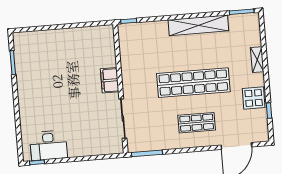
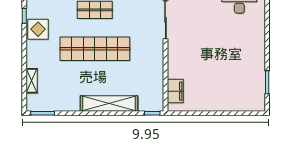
shelving: (198, 25) -> (109, 104), moved
shelving: (257, 60) -> (32, 81), moved
filing cabinet: (110, 80) -> (175, 91), moved

